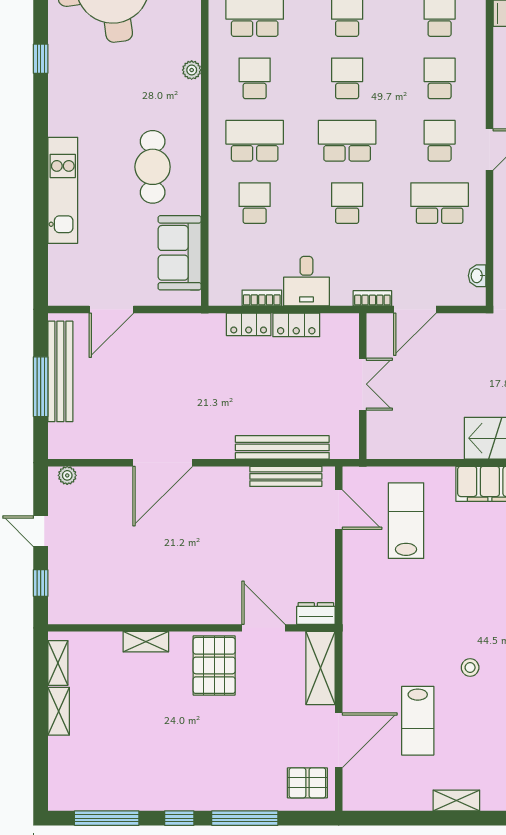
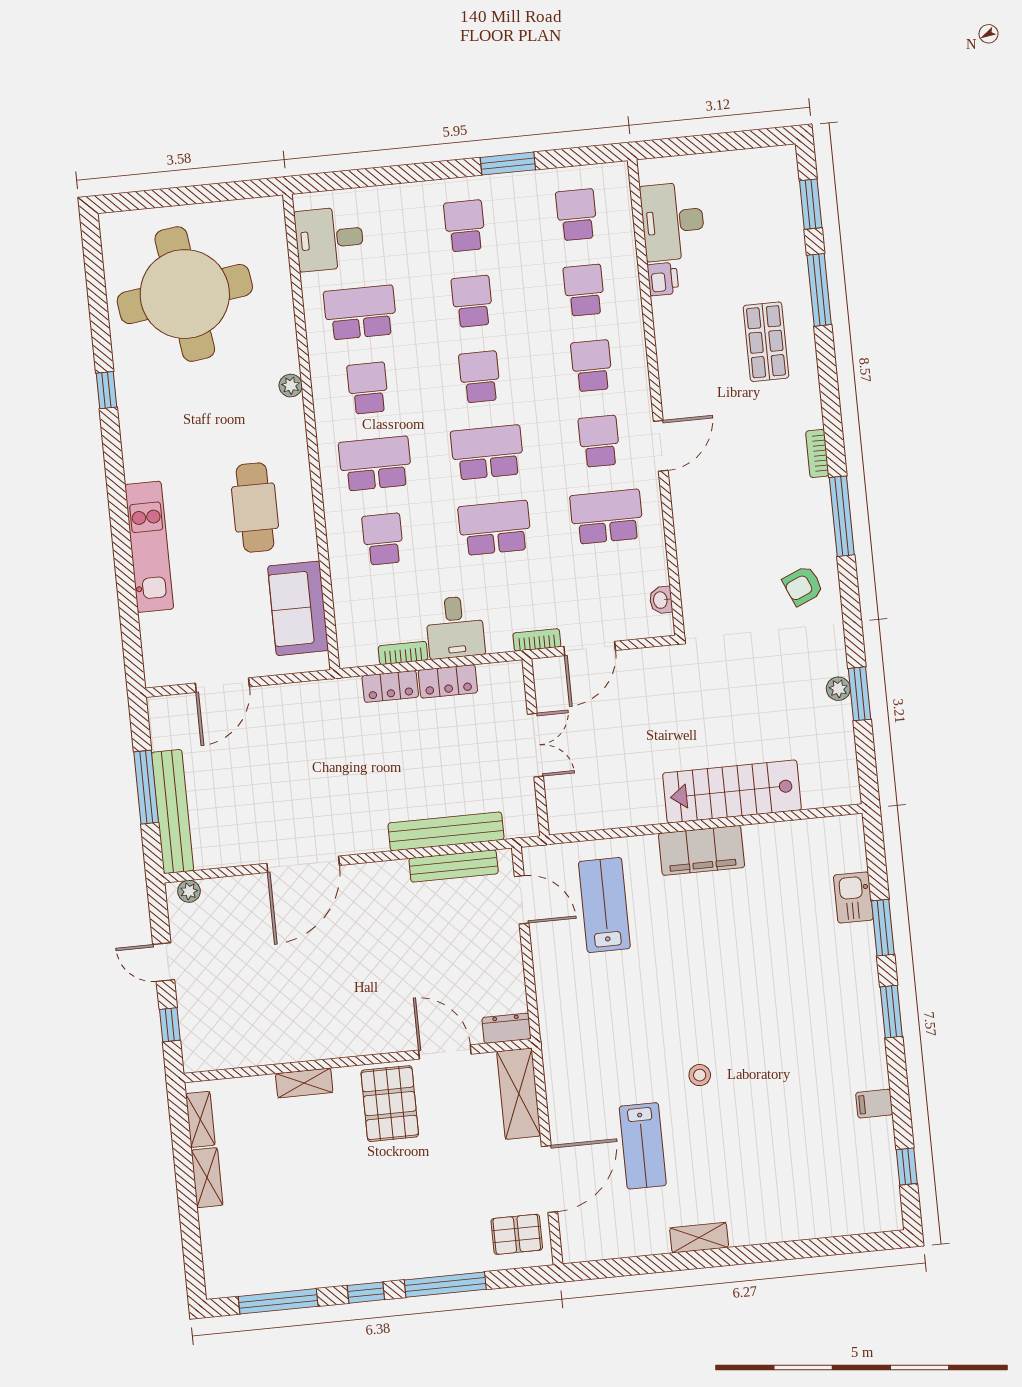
school desk: (347, 203) -> (495, 528), width x1.85
bench: (60, 371) -> (173, 811), moved

